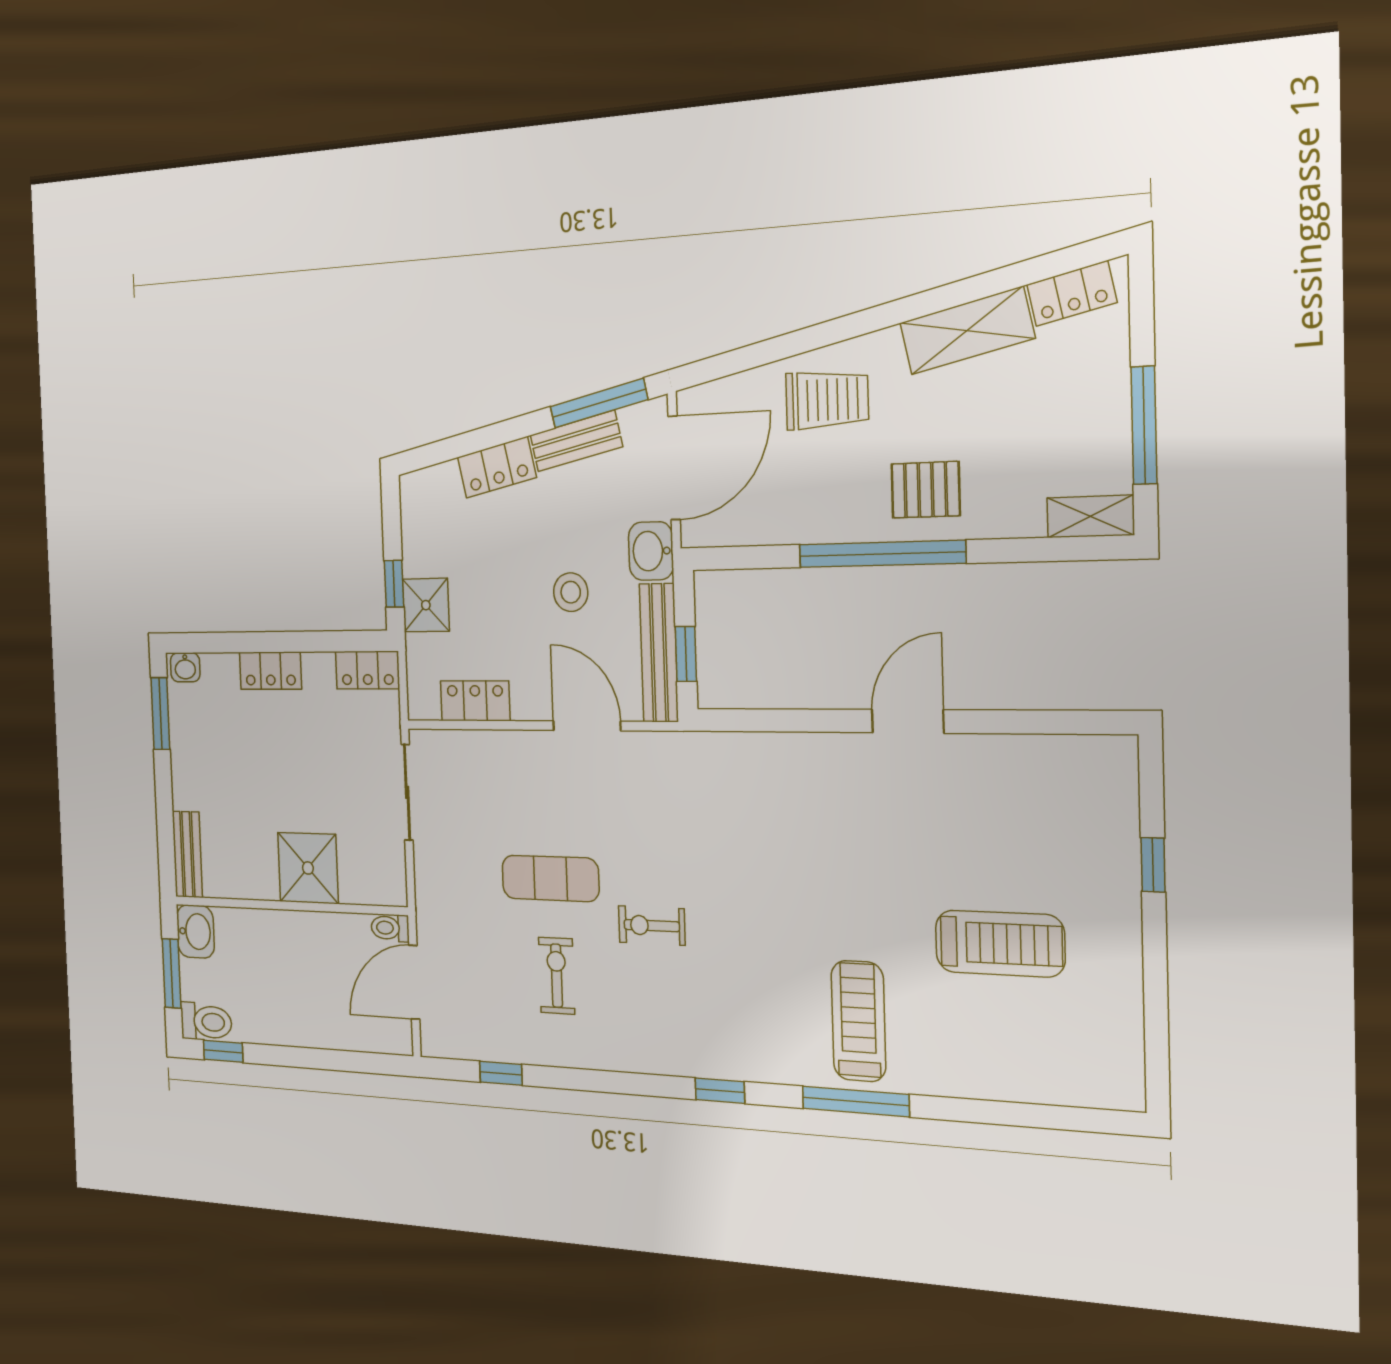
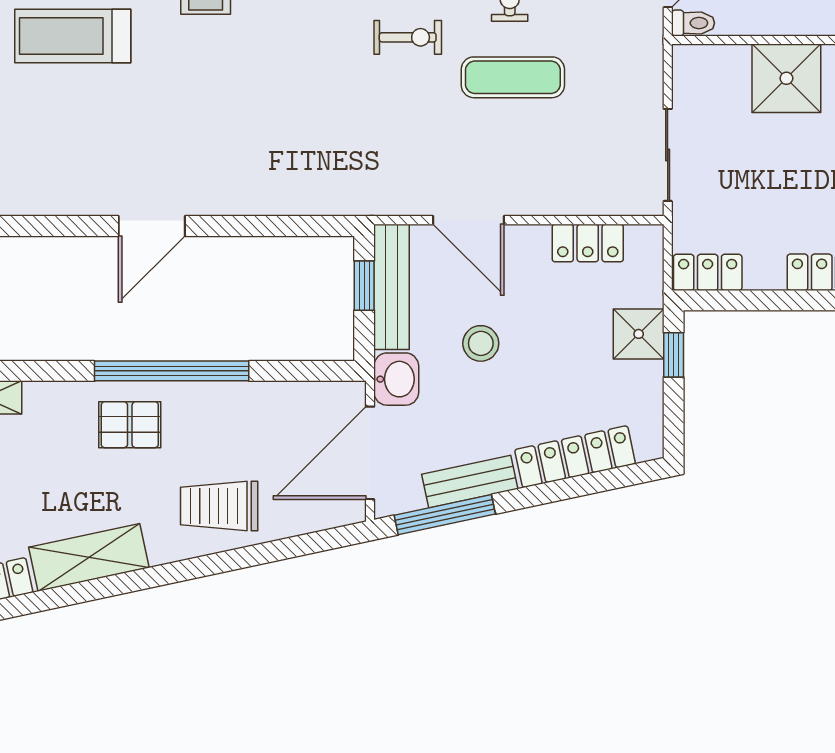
locker: (497, 467) -> (575, 457), width x1.53

